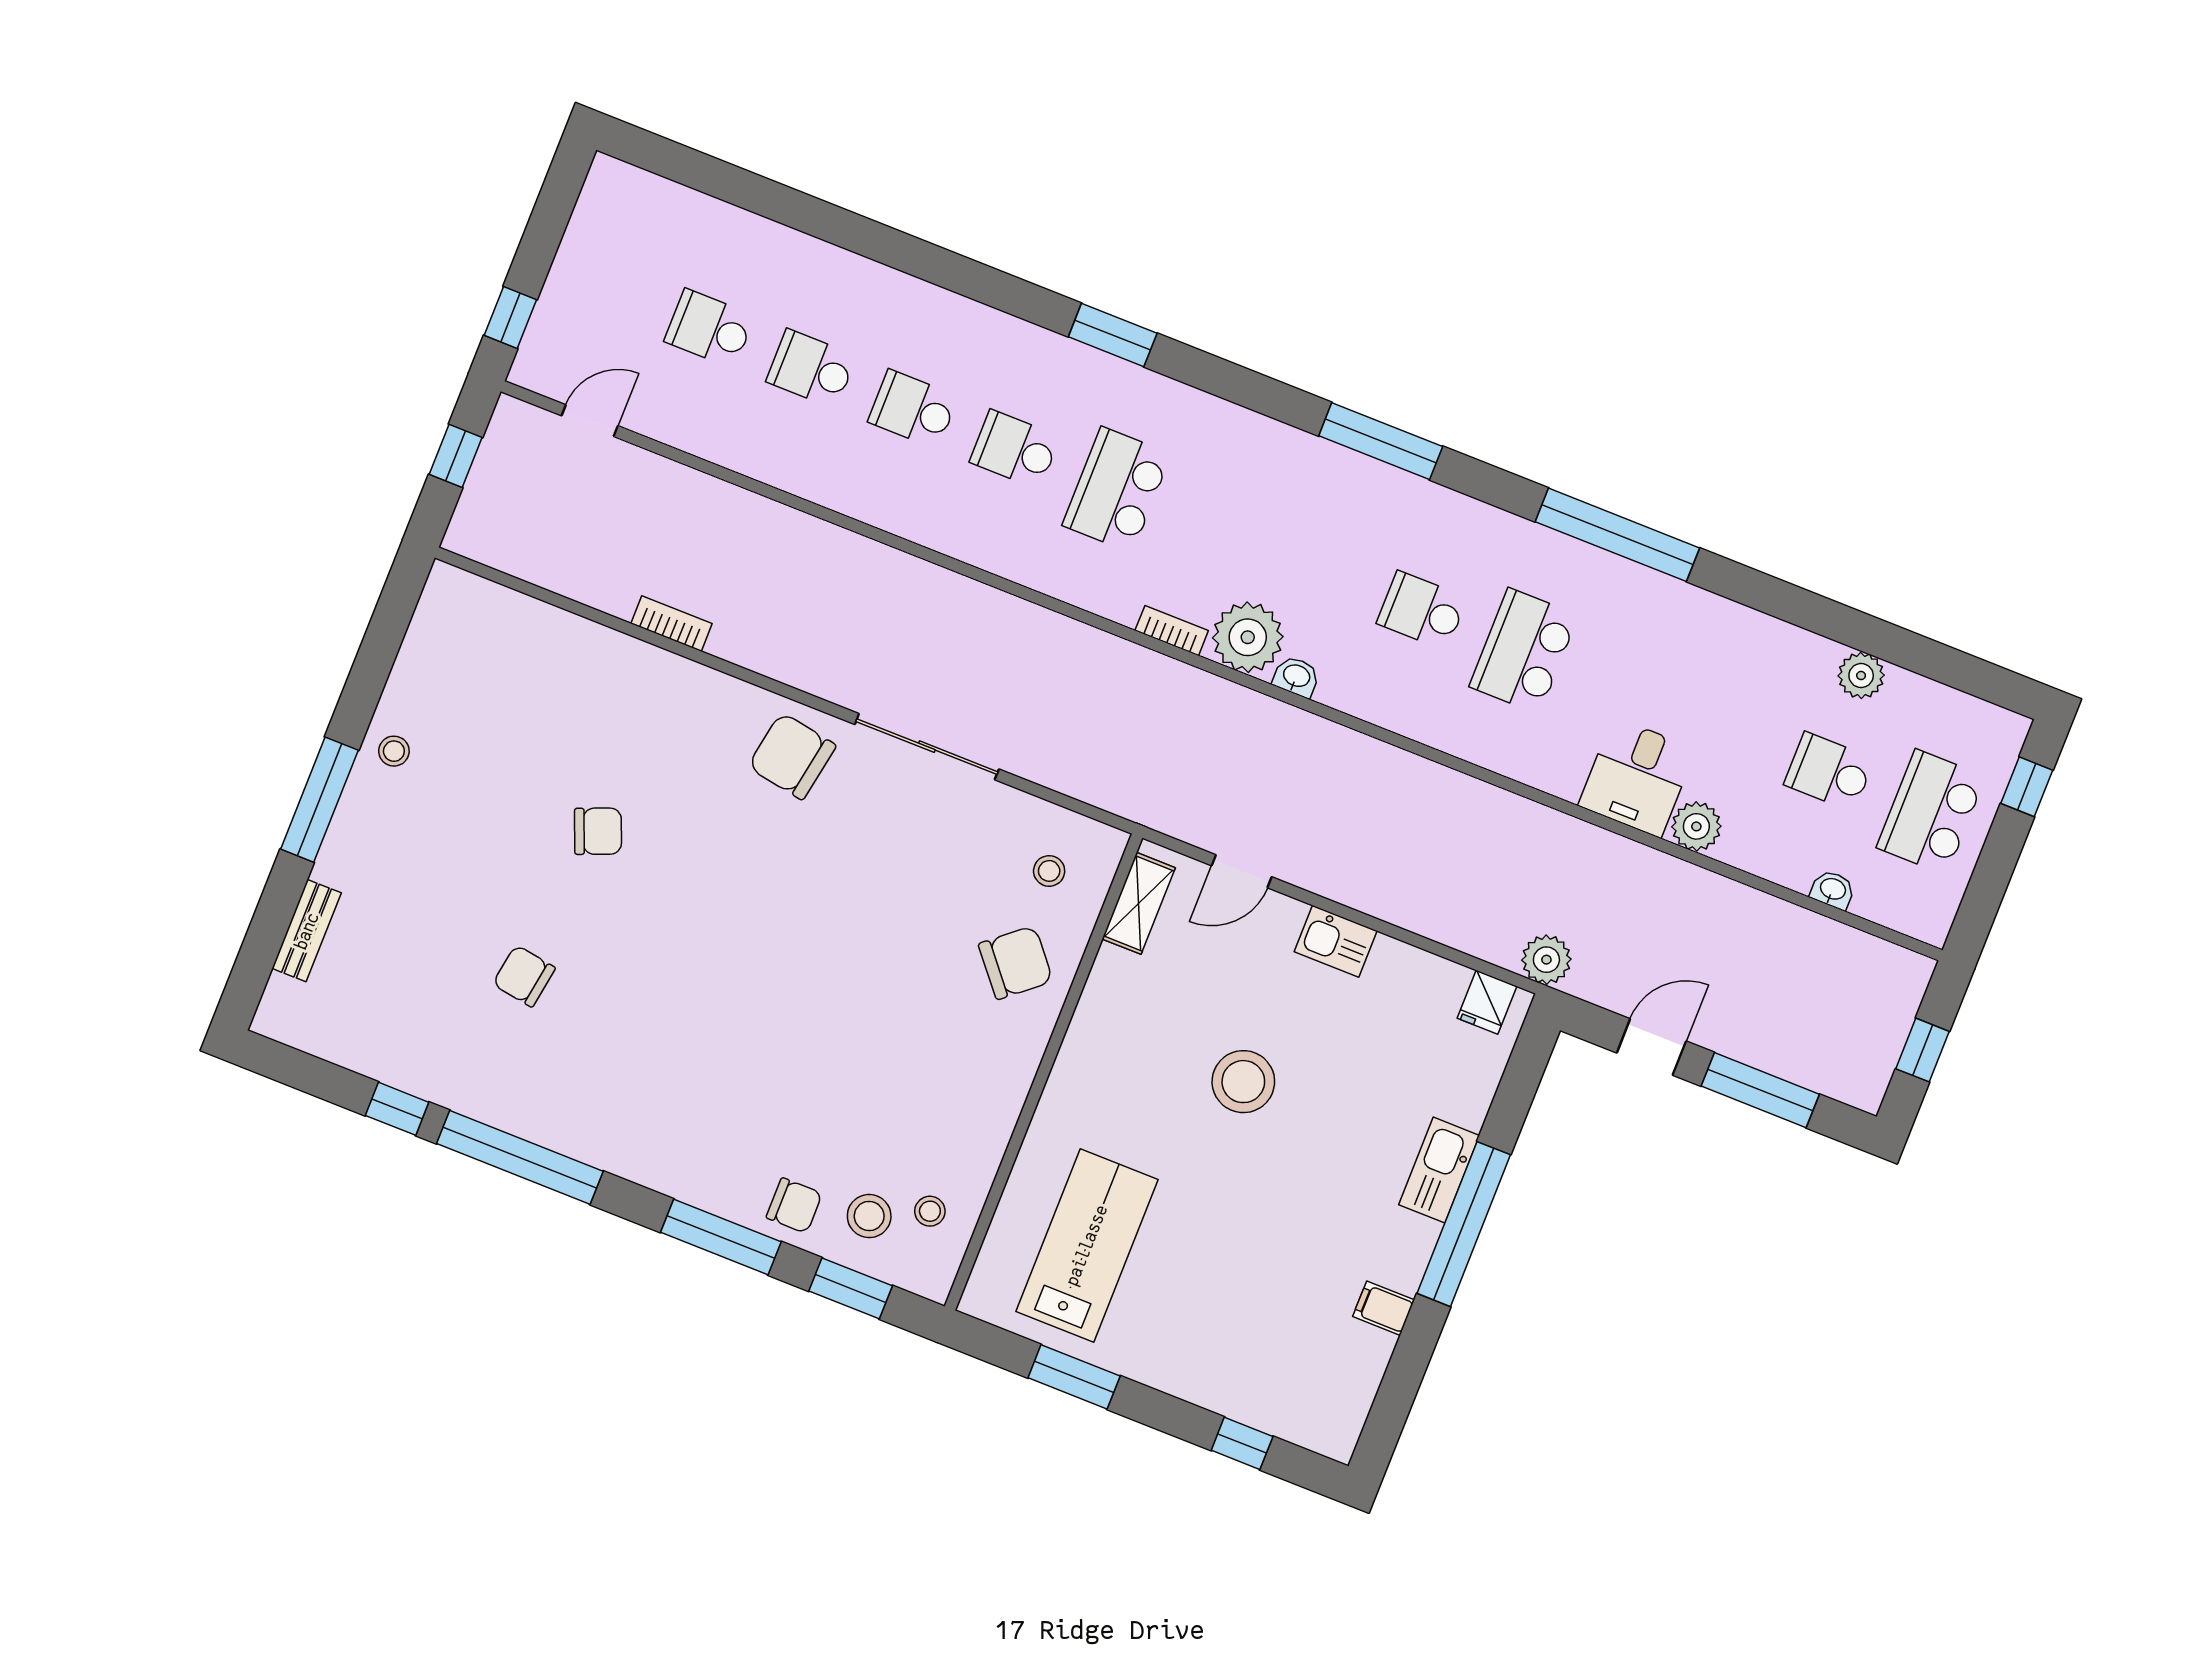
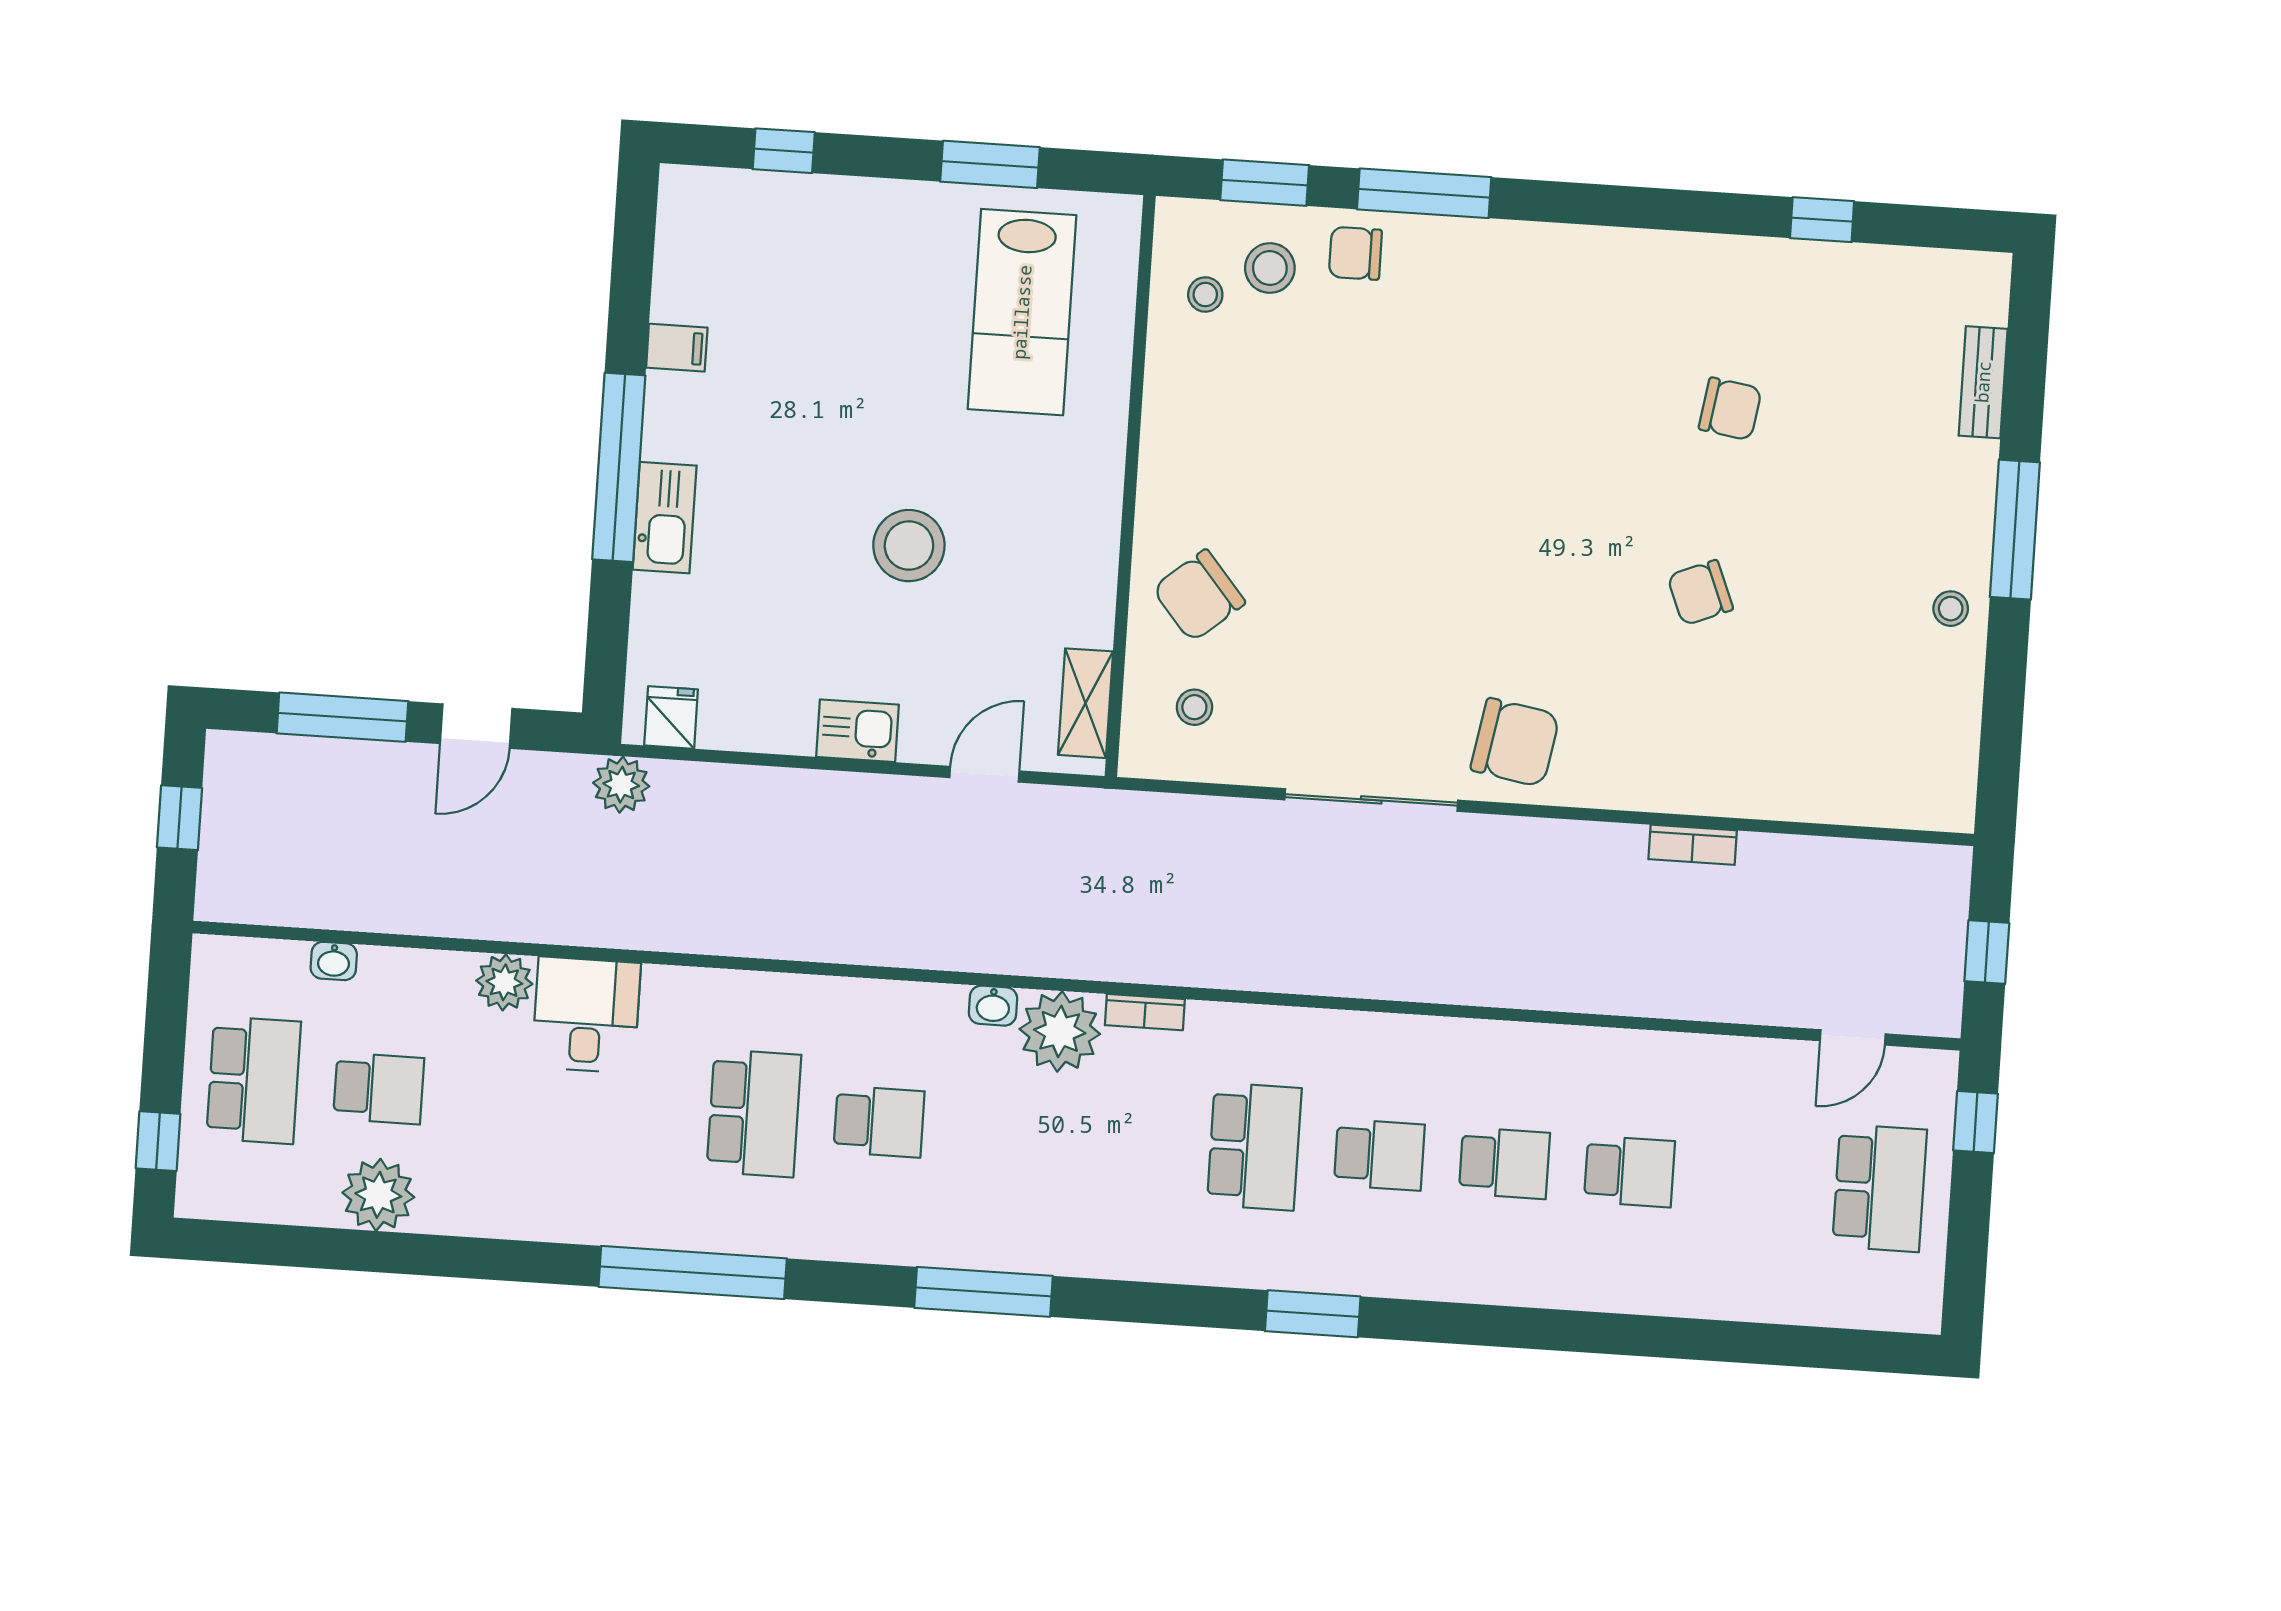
school desk: (710, 328) -> (1880, 1188), moved, width x1.85
plant: (1861, 675) -> (378, 1195), width x1.36, depth x1.36
window: (520, 1157) -> (1671, 210), removed

